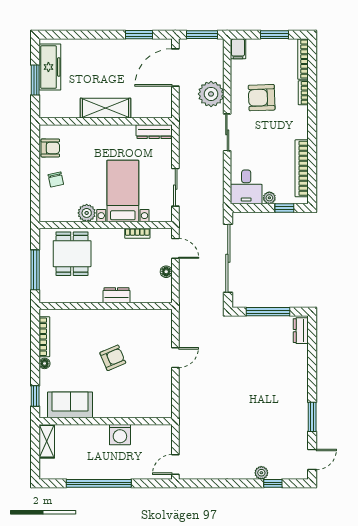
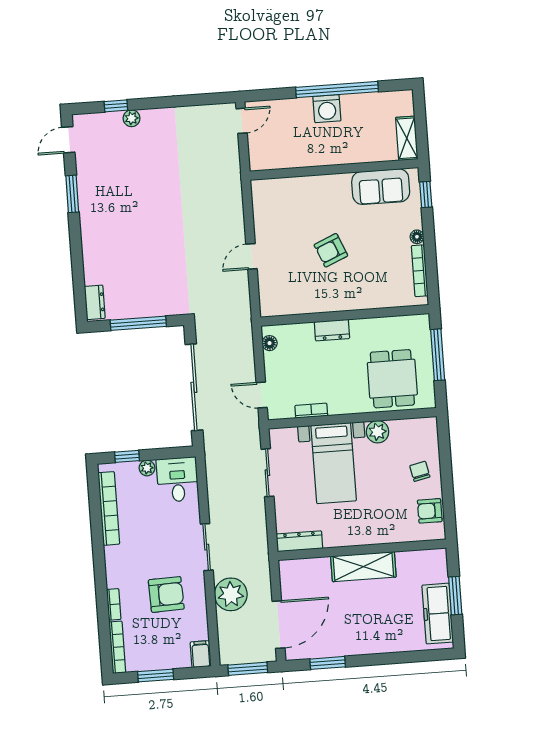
floor lamp: (166, 272) -> (270, 343), moved
washing machine: (120, 435) -> (327, 109), moved, turned 180

